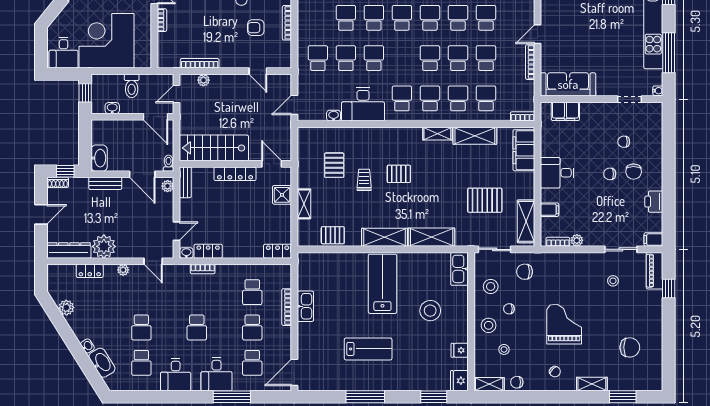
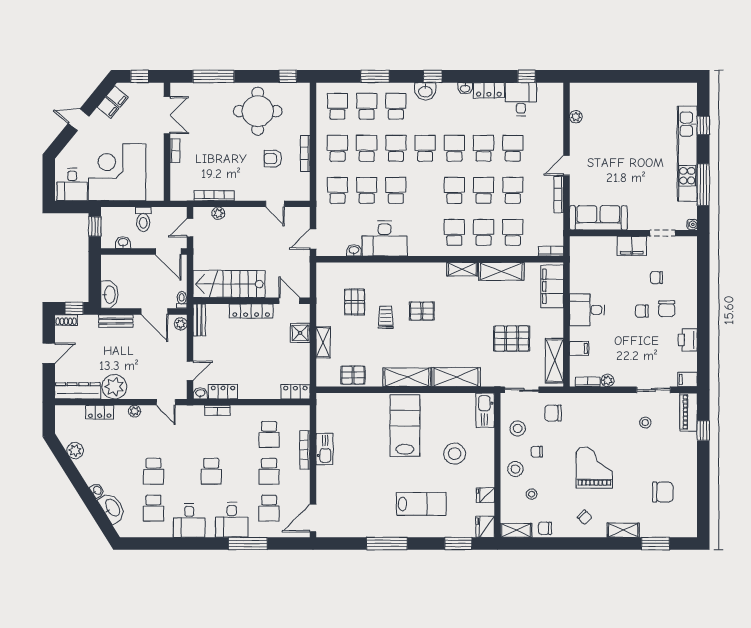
school desk: (402, 98) -> (337, 148), moved
filing cabinet: (565, 111) -> (632, 246), moved
lab bench: (368, 349) -> (421, 504), moved

